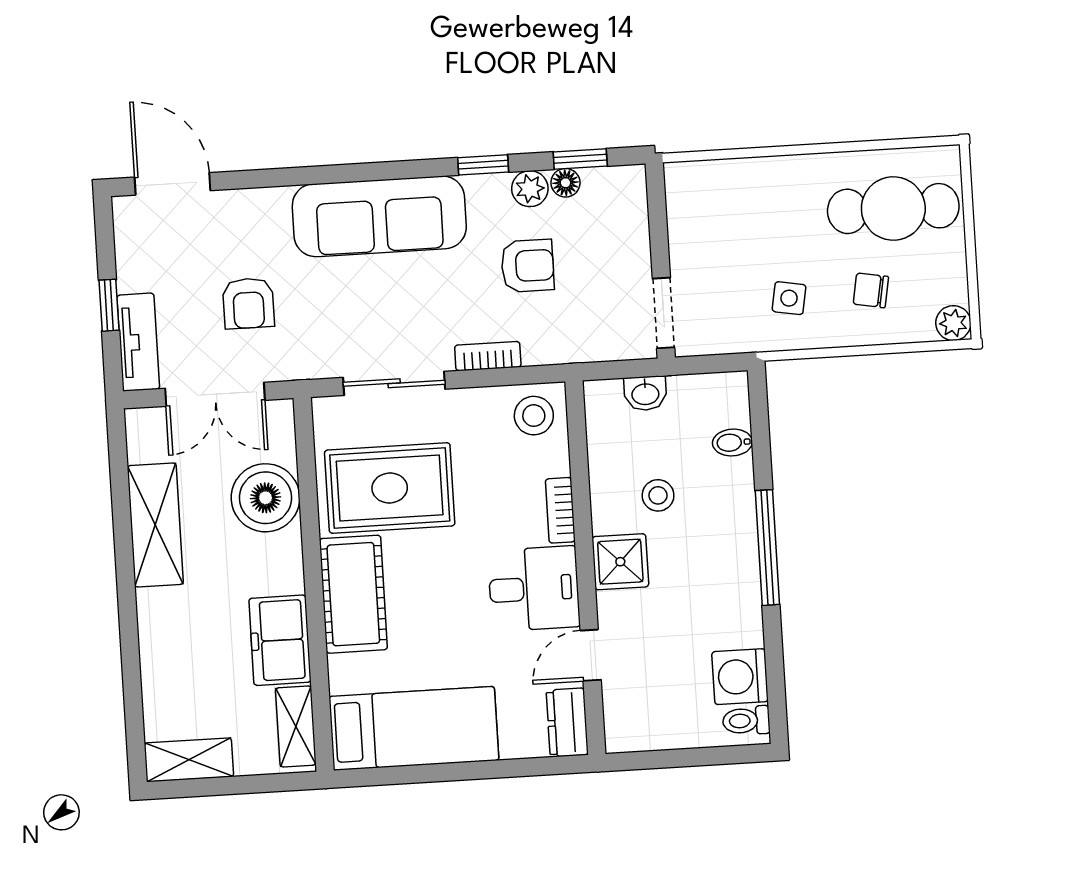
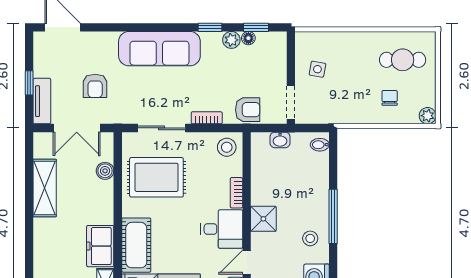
cafe table: (893, 209) -> (403, 60), width x0.73, depth x0.74
armchair: (527, 266) -> (248, 110), moved
chair: (871, 290) -> (390, 98), turned 80
side table: (789, 298) -> (317, 69), moved
bidet: (732, 442) -> (320, 145), moved
stool: (658, 495) -> (310, 238), moved
boiler: (266, 498) -> (105, 171), width x0.54, depth x0.54
cot: (353, 594) -> (136, 245), moved

